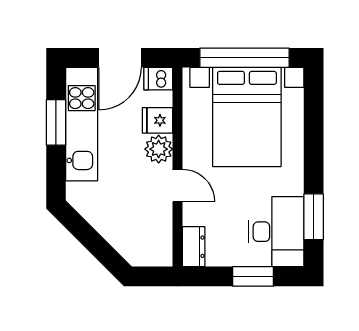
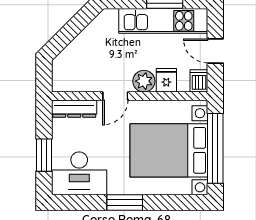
door: (120, 58) -> (215, 51), width x0.73
window: (314, 217) -> (125, 203), moved
dresser: (194, 247) -> (74, 109), width x1.44

